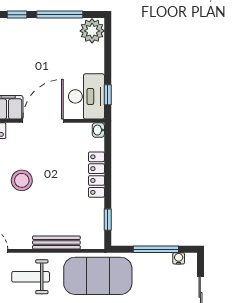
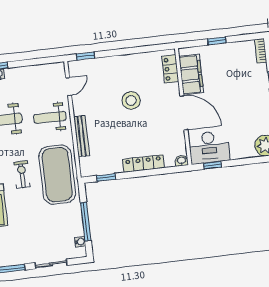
weight bench: (31, 277) -> (50, 117), turned -90

